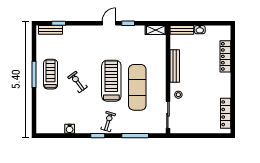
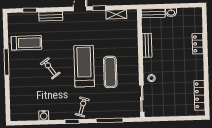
bench: (50, 30) -> (51, 16), moved
shelving: (156, 30) -> (116, 14), moved
locker: (225, 56) -> (198, 44), width x0.66
bench: (175, 66) -> (147, 45), width x0.73
treadmill: (51, 74) -> (26, 43), moved, turned 90
exercise mat: (137, 87) -> (110, 72), width x0.73, depth x0.69

